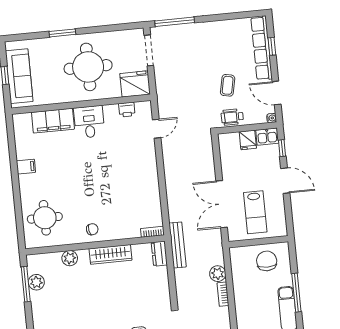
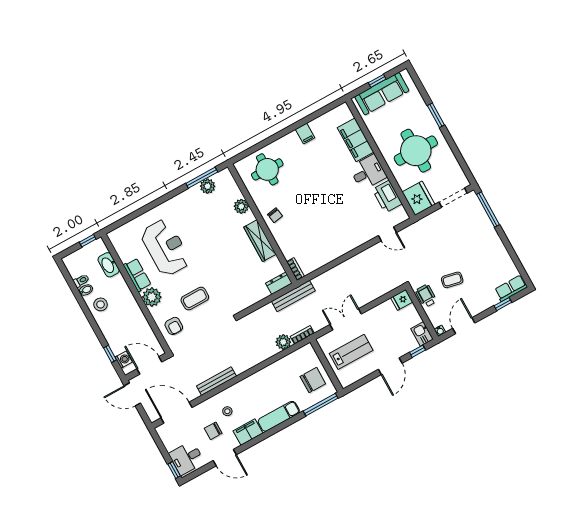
row of seats: (262, 48) -> (511, 288), width x0.50
printer: (127, 110) -> (387, 197), width x1.87, depth x1.48
fridge: (248, 140) -> (402, 300), moved
double door: (222, 204) -> (346, 319), width x0.73
lab bench: (255, 212) -> (351, 352), turned 180
window: (296, 293) -> (321, 405), moved
bookcase: (223, 294) -> (302, 335), moved

